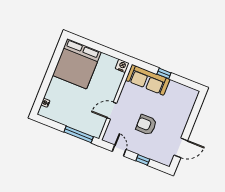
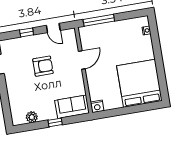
sofa: (148, 80) -> (72, 107), width x0.73
plant: (180, 89) -> (32, 117), added

